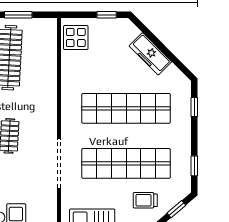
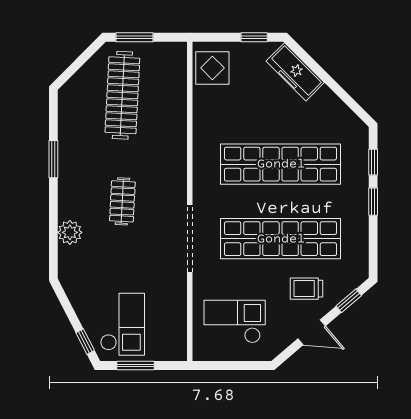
freezer: (150, 54) -> (295, 72), moved
window: (194, 166) -> (373, 202), moved

